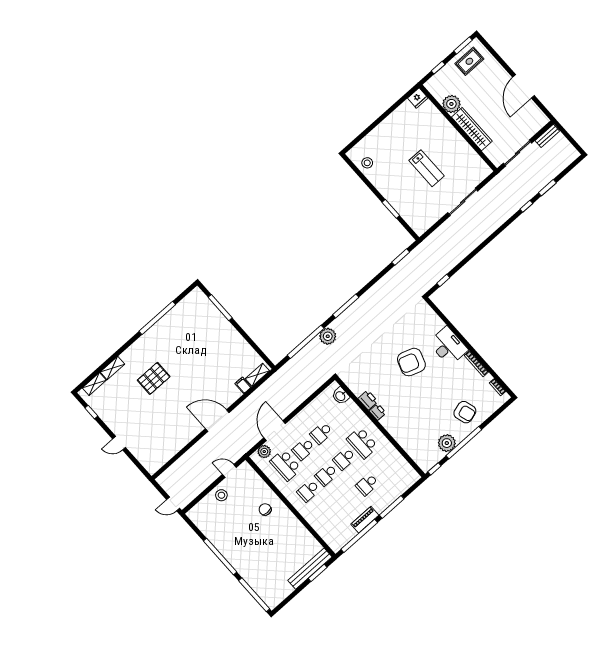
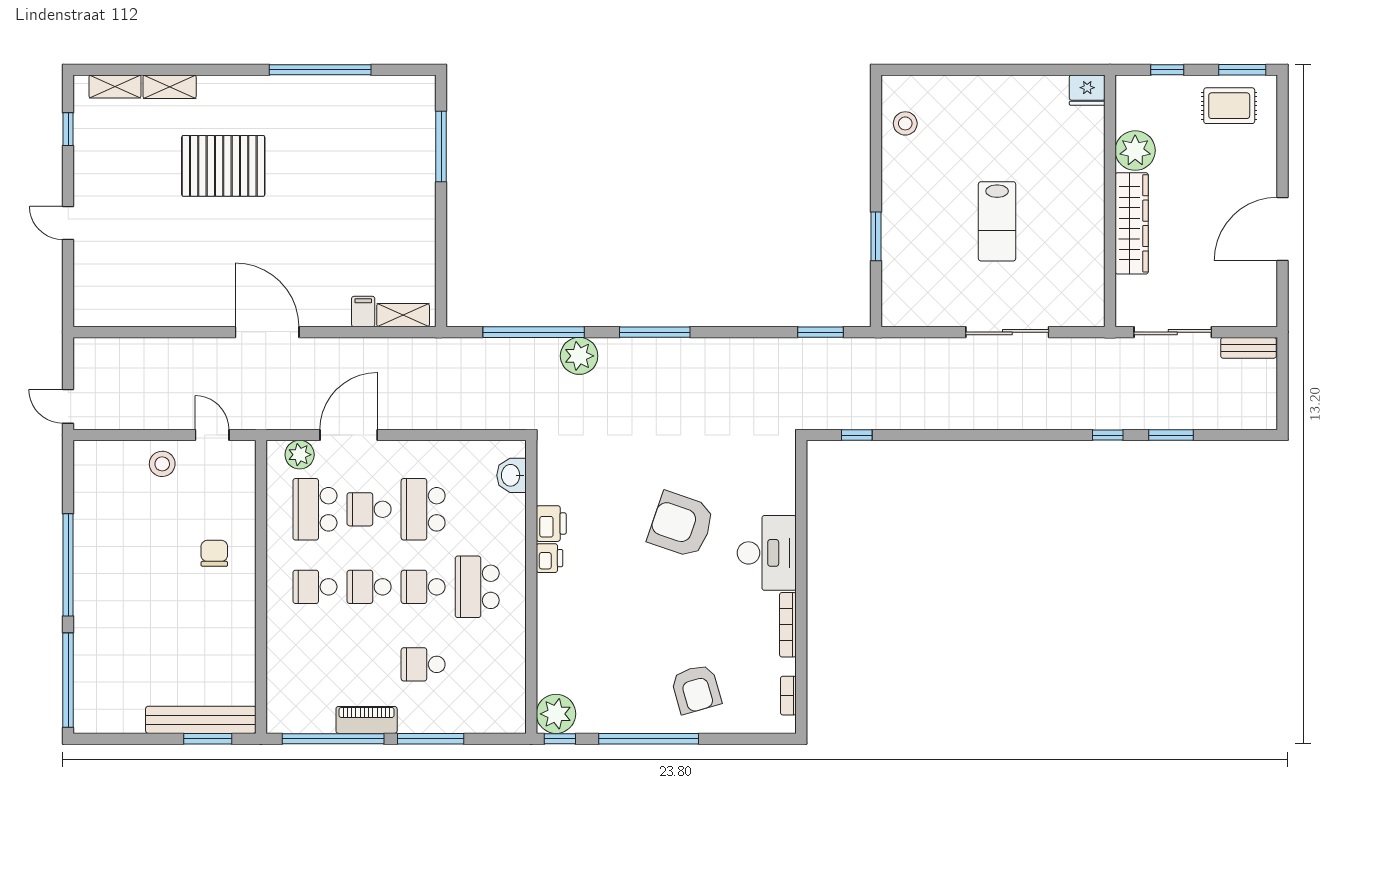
pallet: (154, 378) -> (223, 166), width x1.37, depth x1.41
school desk: (321, 433) -> (423, 509), width x1.85
plant: (447, 443) -> (556, 714), moved

